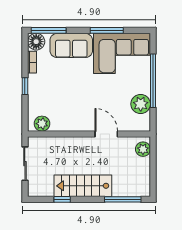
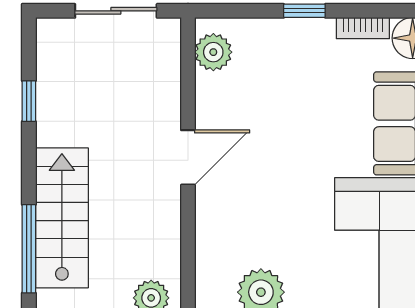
door: (106, 134) -> (188, 157), moved
stairs: (83, 186) -> (62, 218), moved

